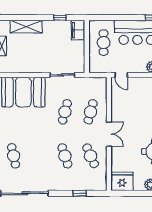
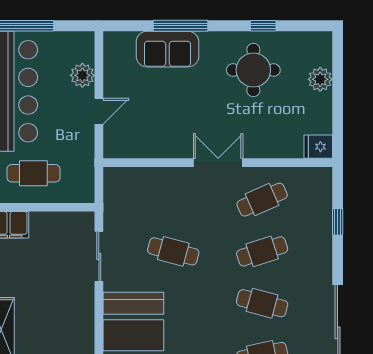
door: (121, 75) -> (99, 111), moved
cafe table: (91, 112) -> (262, 303), moved
fridge: (122, 181) -> (318, 147), width x0.53, depth x0.75

